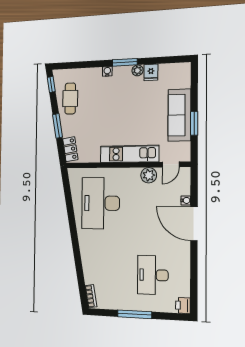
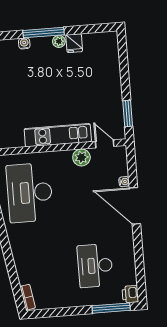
window: (125, 62) -> (44, 33), width x1.44
sofa: (179, 115) -> (110, 89), removed
window: (194, 123) -> (128, 114), moved
door: (171, 164) -> (105, 144), swing flipped
window: (135, 314) -> (111, 308), moved

